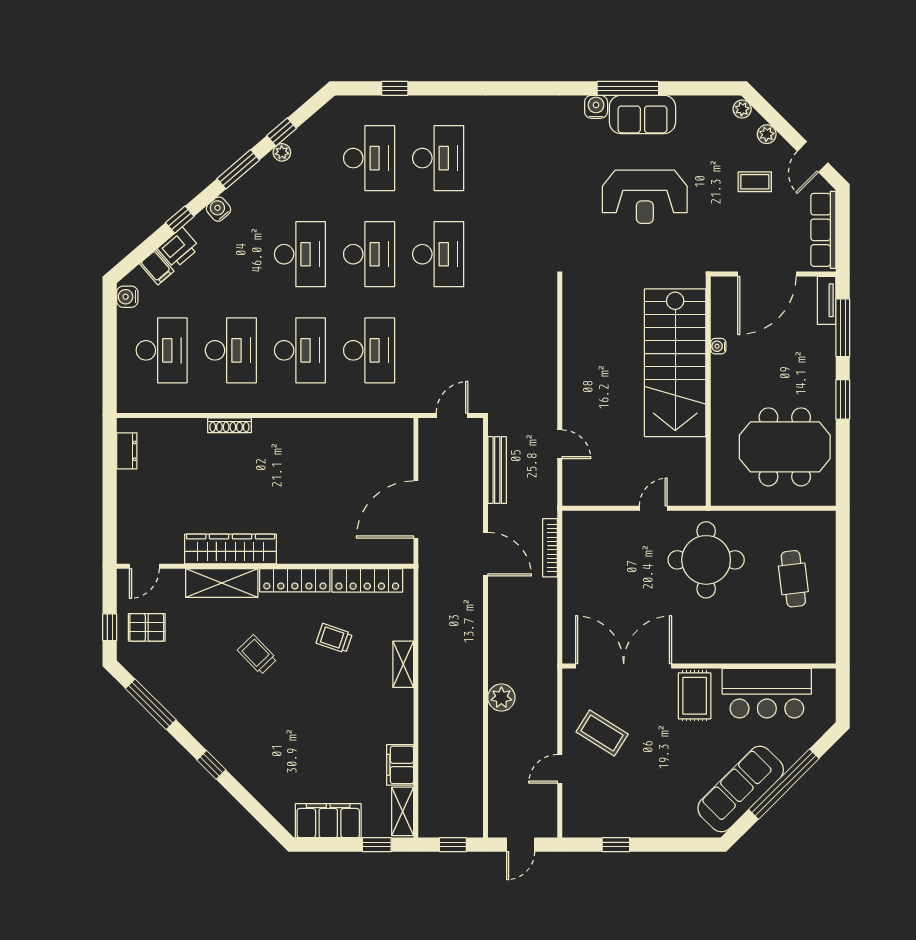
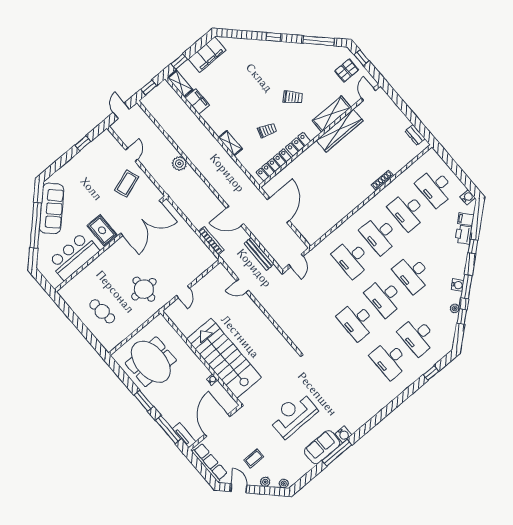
water cooler: (219, 209) -> (457, 285), moved
meeting table: (785, 447) -> (151, 362), turned 90
round table: (706, 560) -> (144, 289), width x0.73, depth x0.73
locker: (295, 580) -> (298, 144), width x0.66
coffee table: (602, 733) -> (127, 184), turned -51

